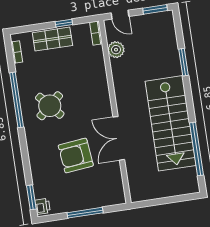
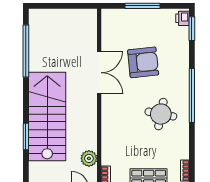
window: (17, 100) -> (192, 95), moved
round table: (50, 106) -> (161, 114), turned -38
stairs: (171, 123) -> (47, 116), moved

